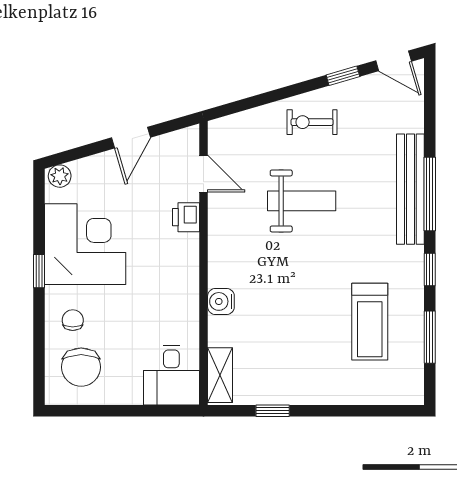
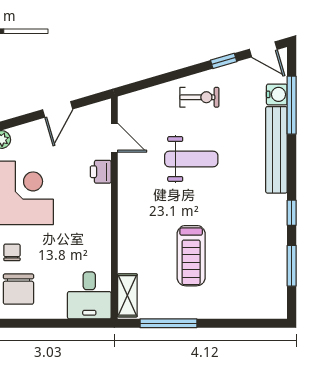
exercise bike: (312, 122) -> (199, 97), turned 180
window: (430, 194) -> (292, 105), moved
water cooler: (221, 301) -> (277, 94), moved, turned 180
treadmill: (370, 322) -> (191, 256), moved
window: (273, 411) -> (168, 323), width x2.17

